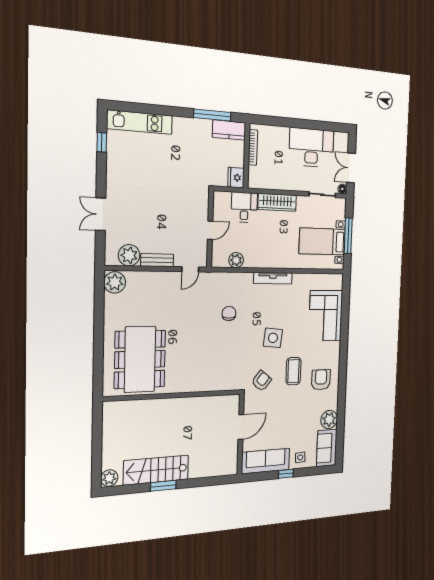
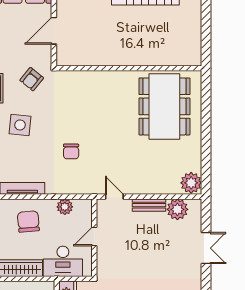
desk: (244, 207) -> (63, 261), width x1.37
chair: (269, 247) -> (28, 222), added
door: (190, 269) -> (114, 197), hinge flipped

